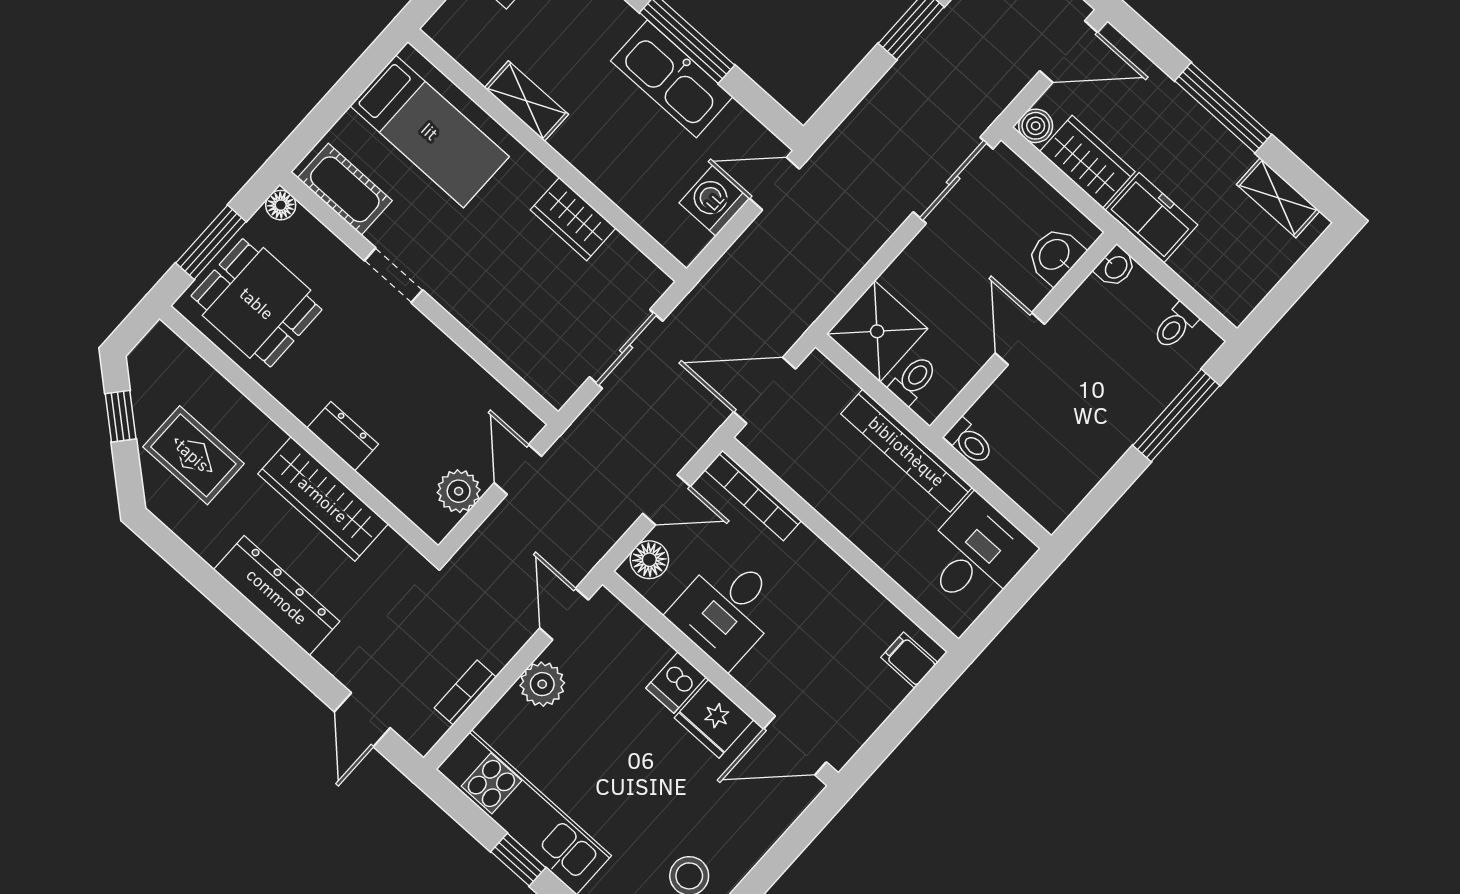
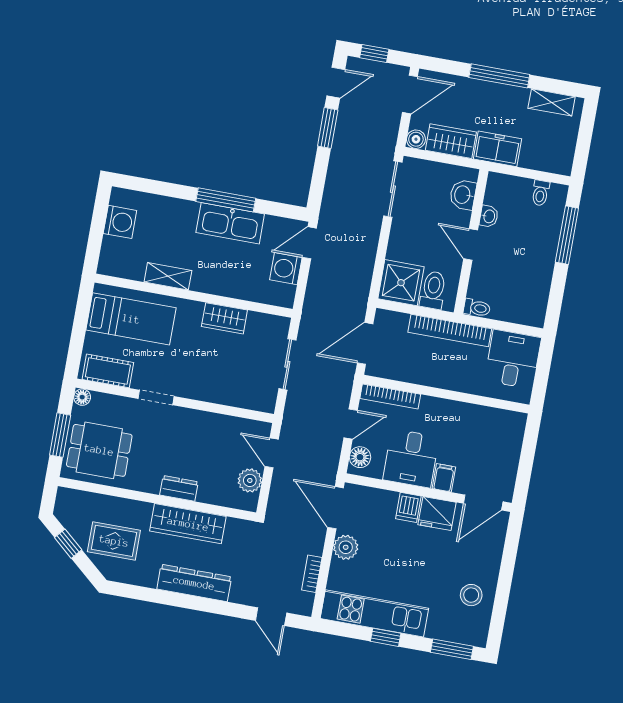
washbasin: (1115, 267) -> (489, 216), moved
toilet: (913, 380) -> (433, 290), width x1.37, depth x1.39
door: (564, 614) -> (336, 508), width x1.38
filing cabinet: (909, 660) -> (444, 478), moved, turned 90

